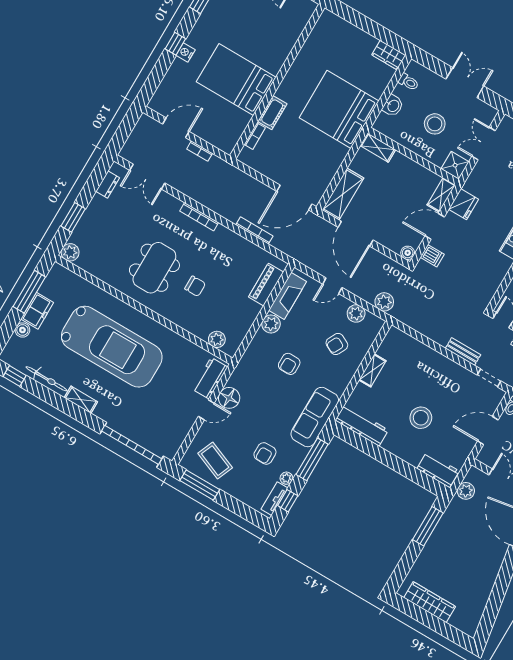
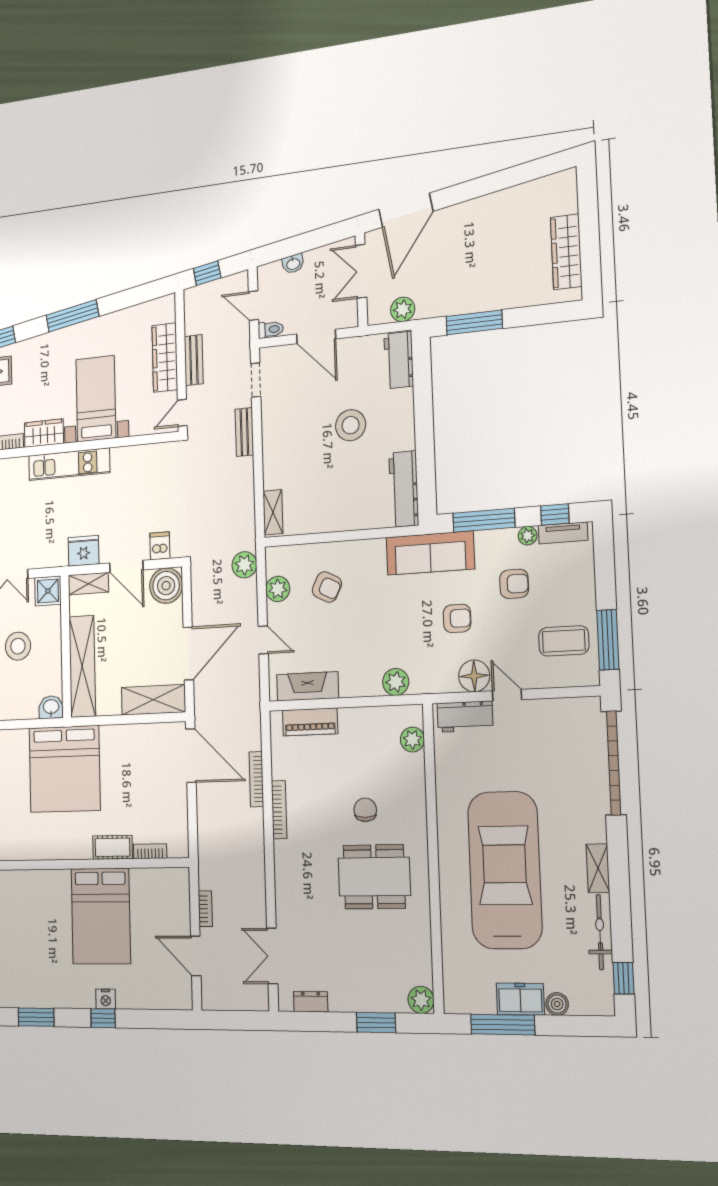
washbasin: (393, 106) -> (51, 707), moved
shelving: (378, 148) -> (82, 666), width x2.20, depth x1.33
double door: (147, 177) -> (272, 956), swing flipped
bookcase: (199, 217) -> (279, 810), moved
boiler: (408, 253) -> (166, 586), width x1.86, depth x1.86
plant: (271, 324) -> (396, 682), moved
armchair: (289, 364) -> (457, 618), moved
shelving: (372, 370) -> (273, 512), moved, turned 90
coffee table: (215, 461) -> (564, 641), turned 68

